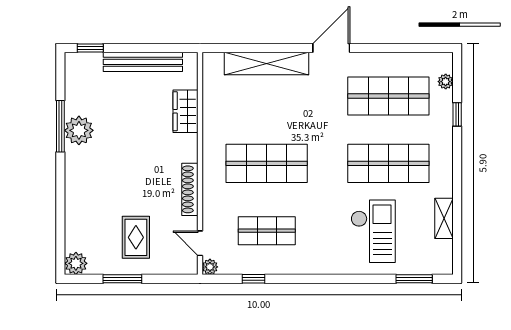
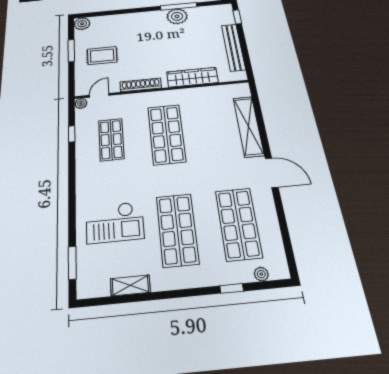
wardrobe: (186, 111) -> (192, 77), width x1.50

